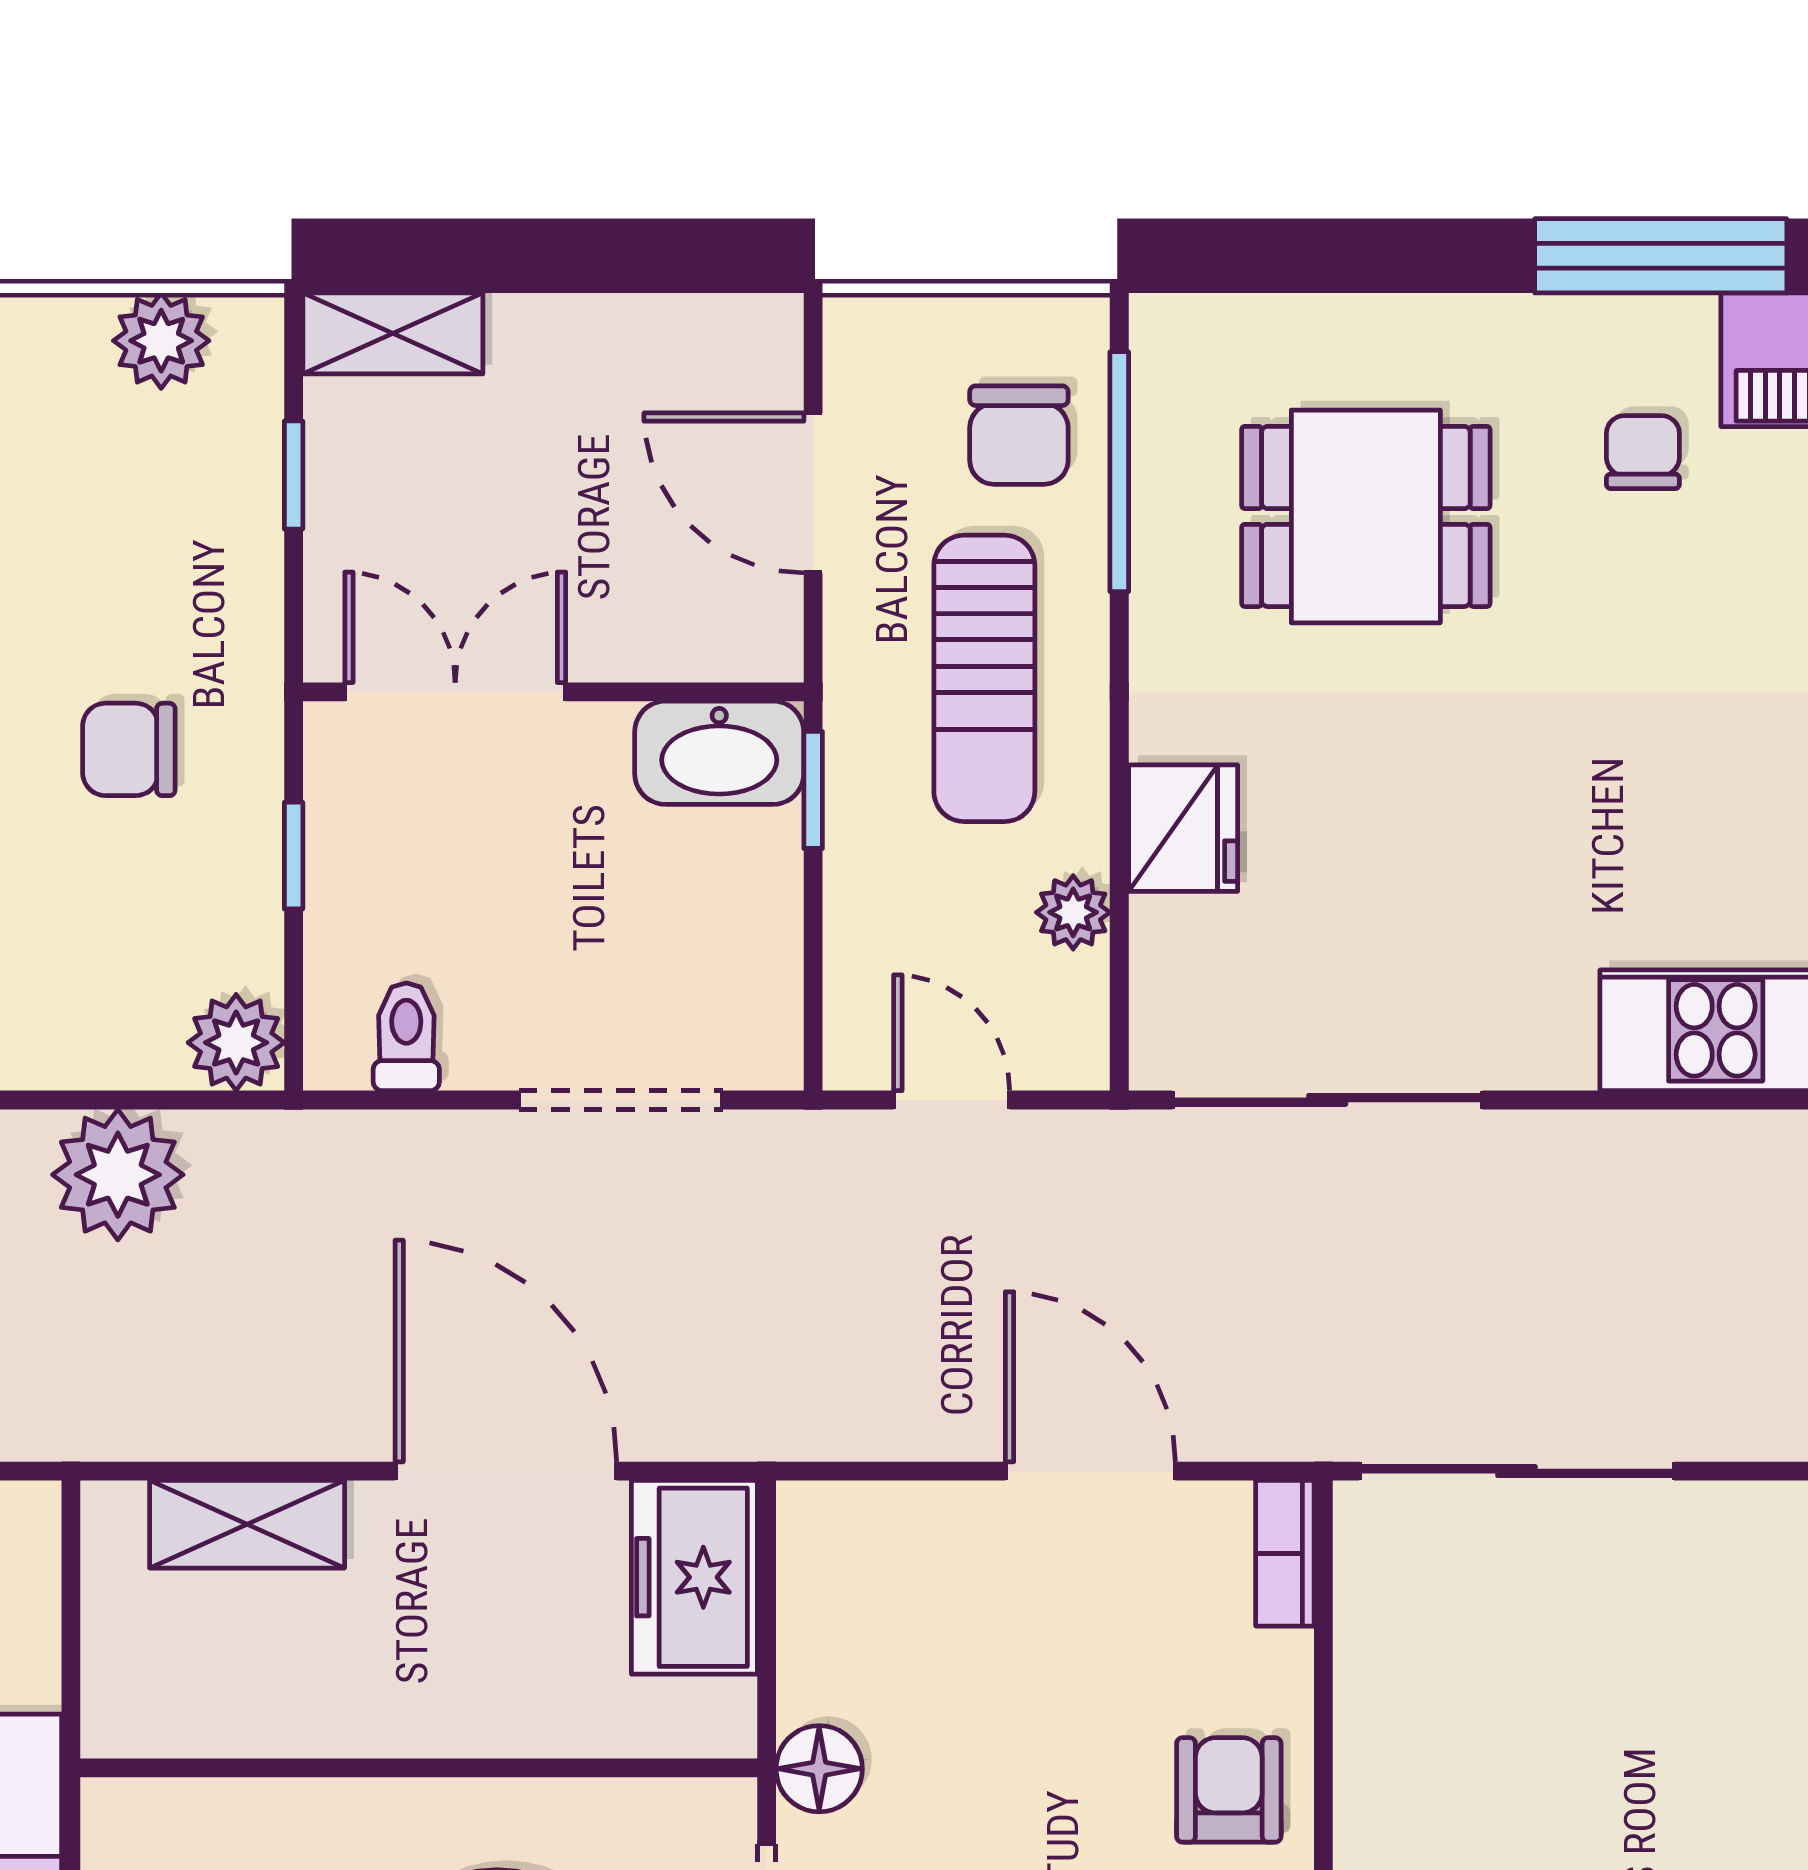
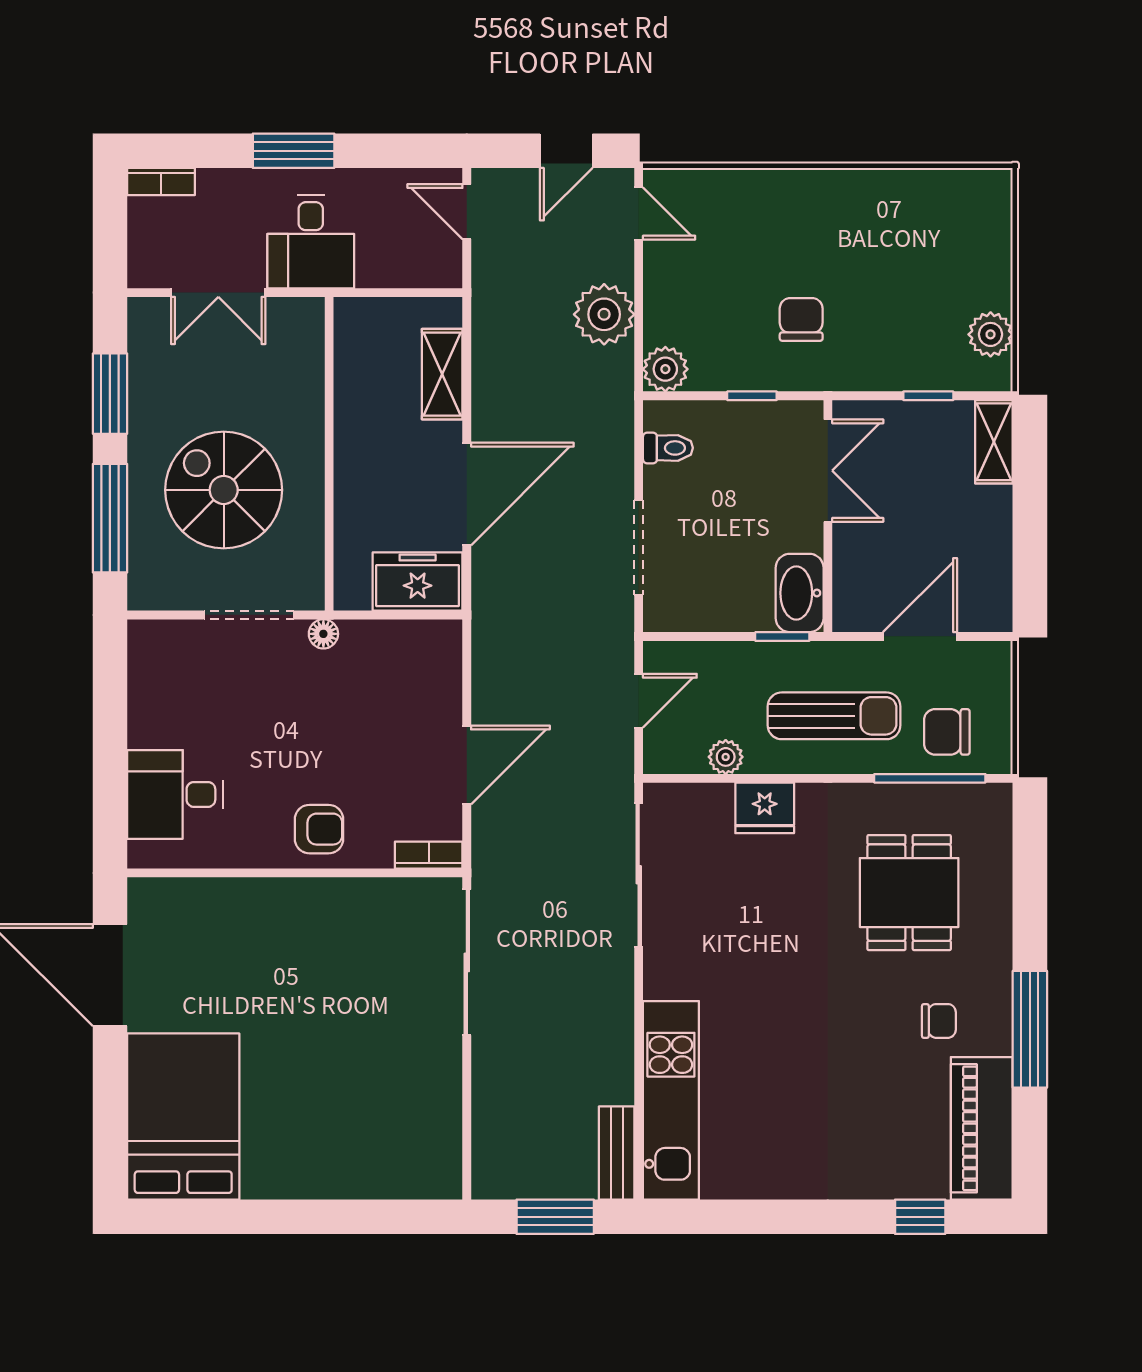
sun lounger: (984, 678) -> (834, 716), turned 180
floor lamp: (819, 1769) -> (323, 634), width x0.73, depth x0.73

